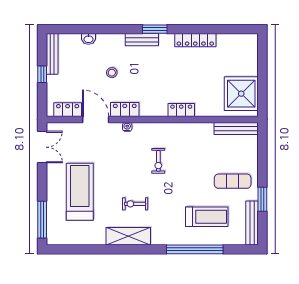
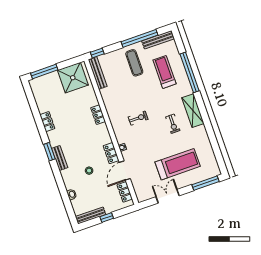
locker: (195, 40) -> (47, 122), width x0.66
window: (262, 59) -> (44, 72), added
window: (262, 137) -> (97, 53), added
double door: (42, 147) -> (168, 196), moved
treadmill: (80, 192) -> (178, 164), turned 180
window: (262, 199) -> (139, 38), width x2.11
shelving: (128, 236) -> (193, 111), moved

